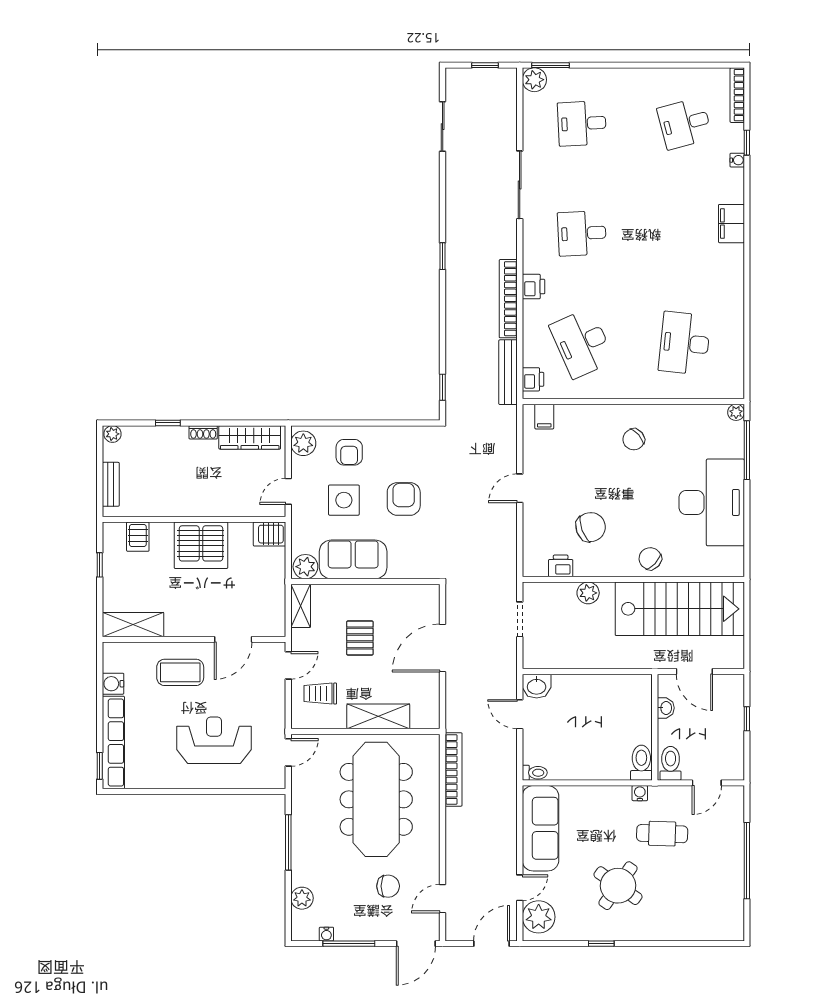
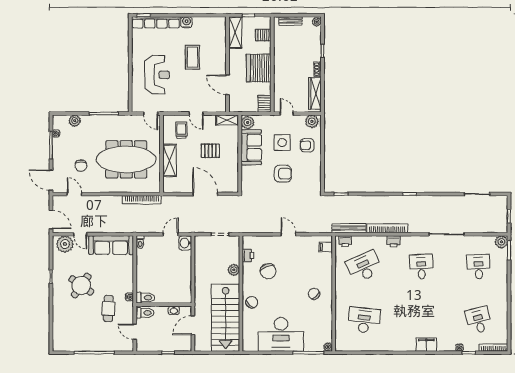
shelving: (133, 625) -> (235, 33), moved
wall: (194, 639) -> (227, 64), moved
door: (233, 639) -> (227, 85), moved

